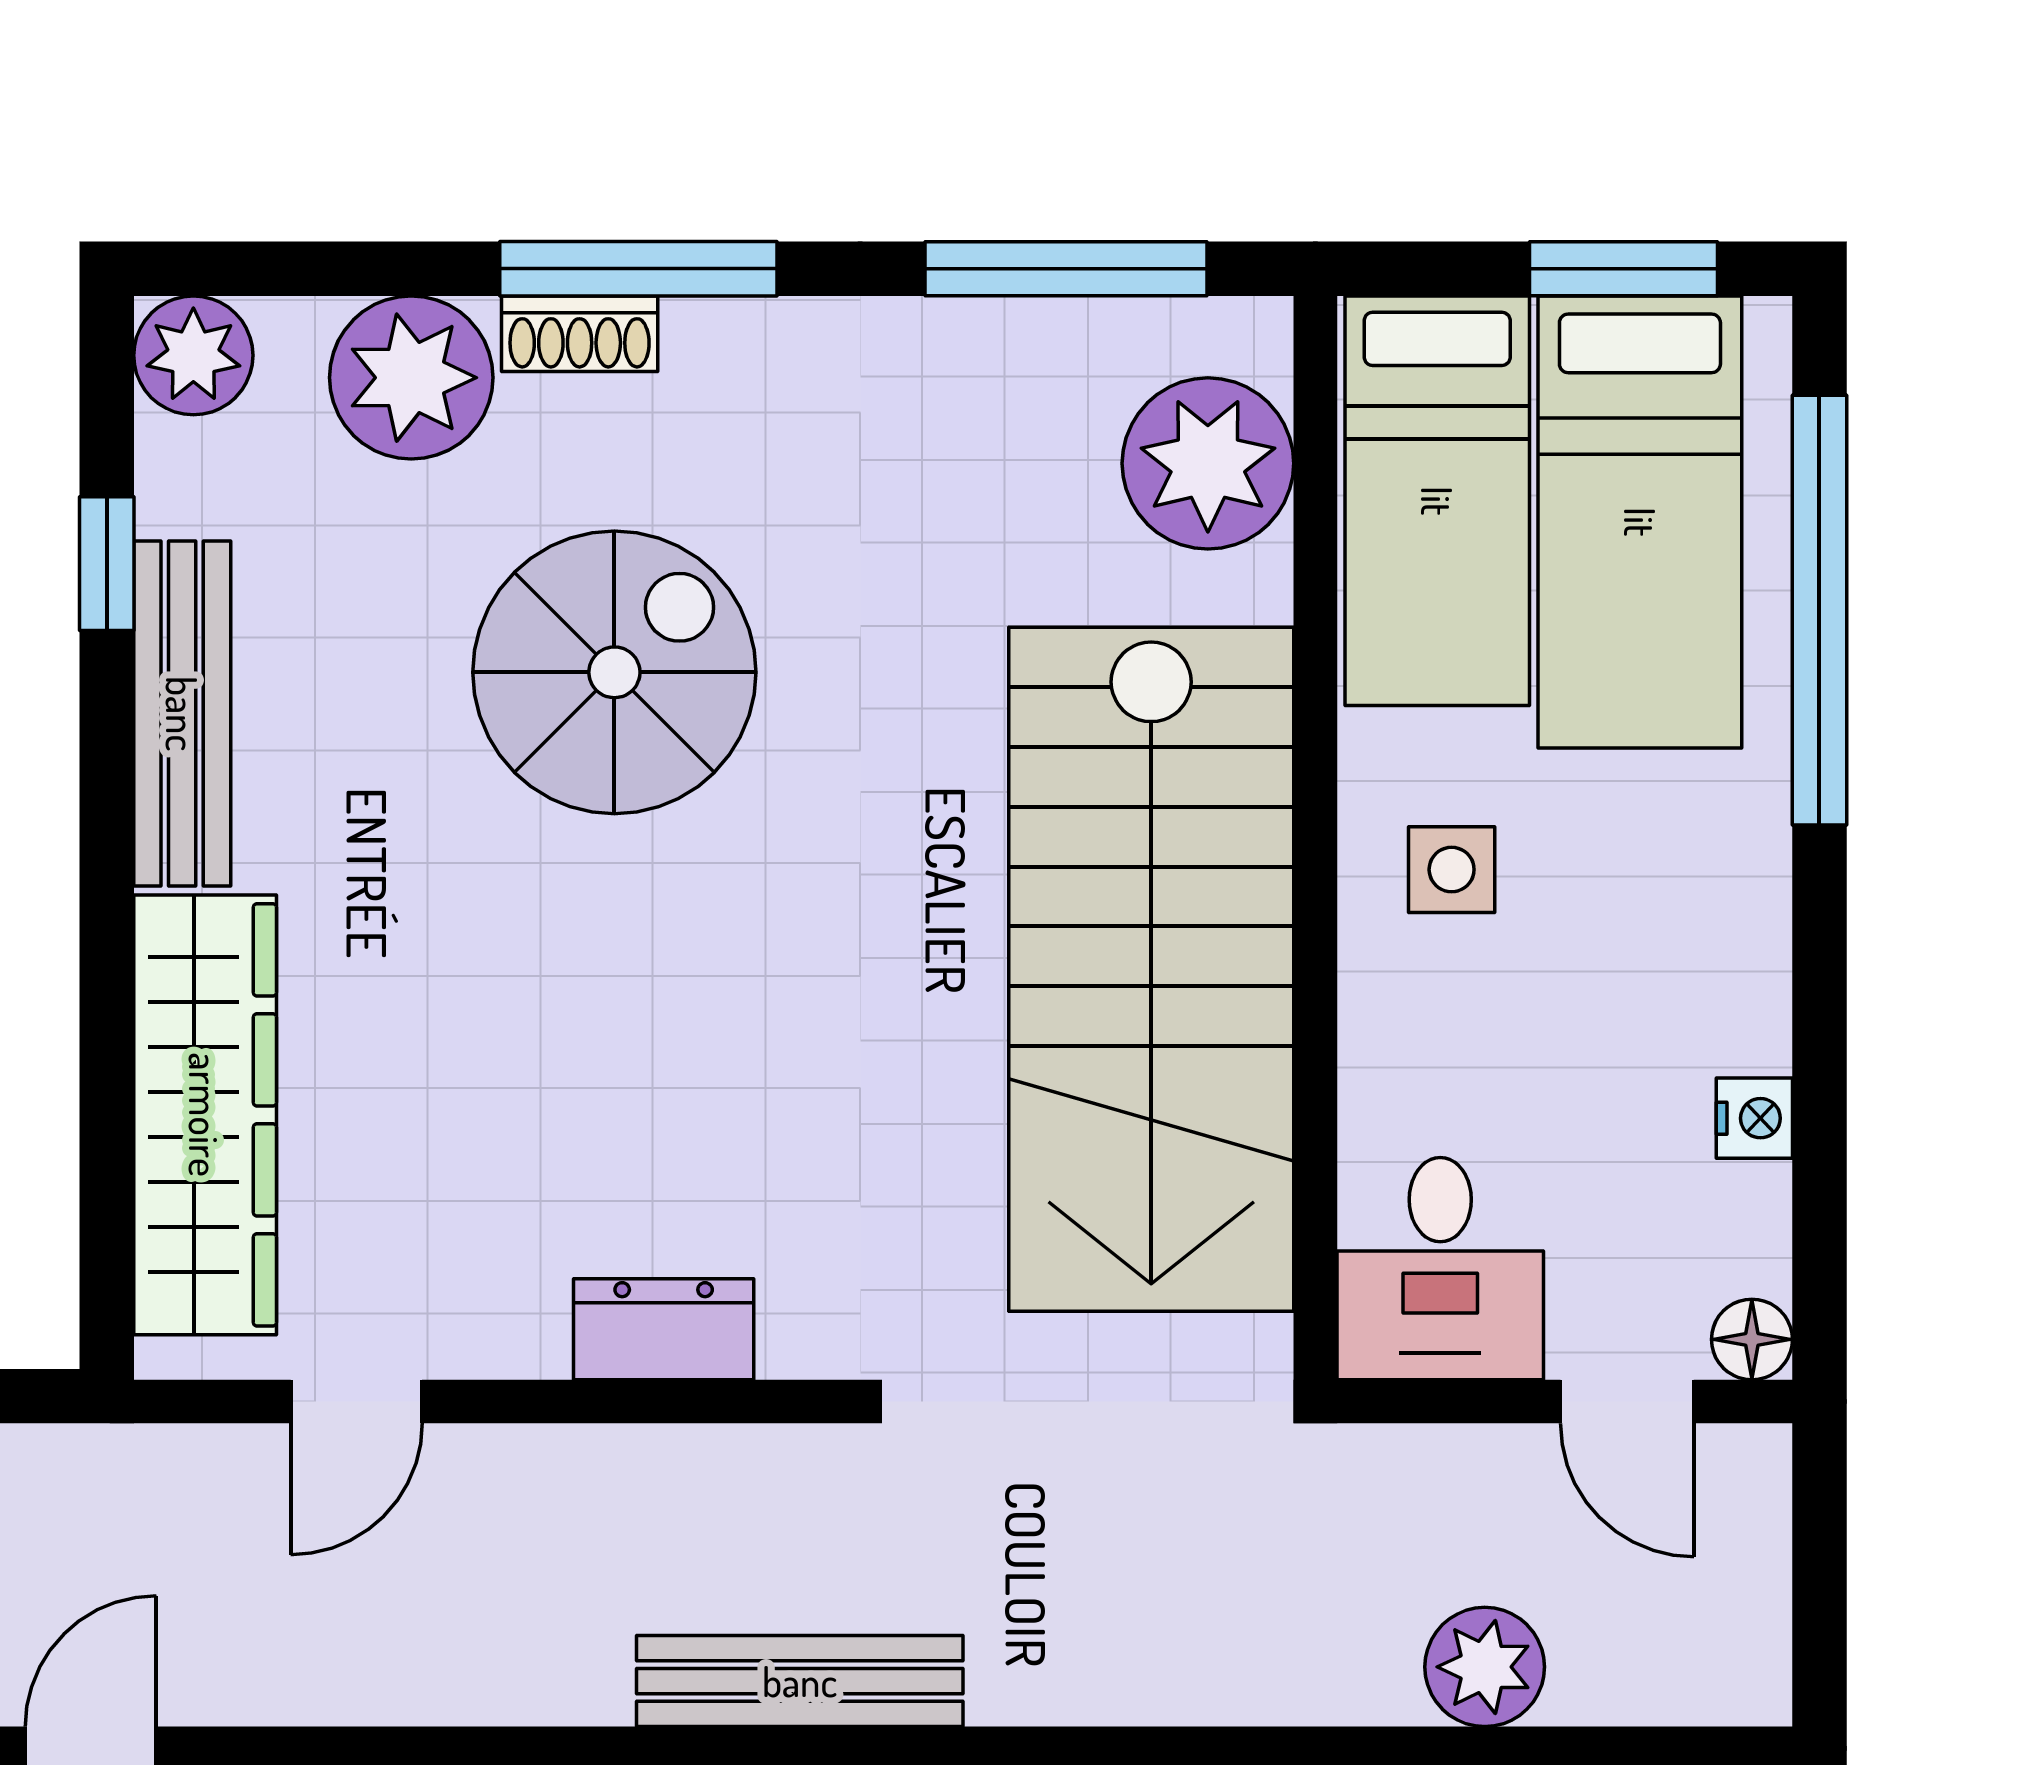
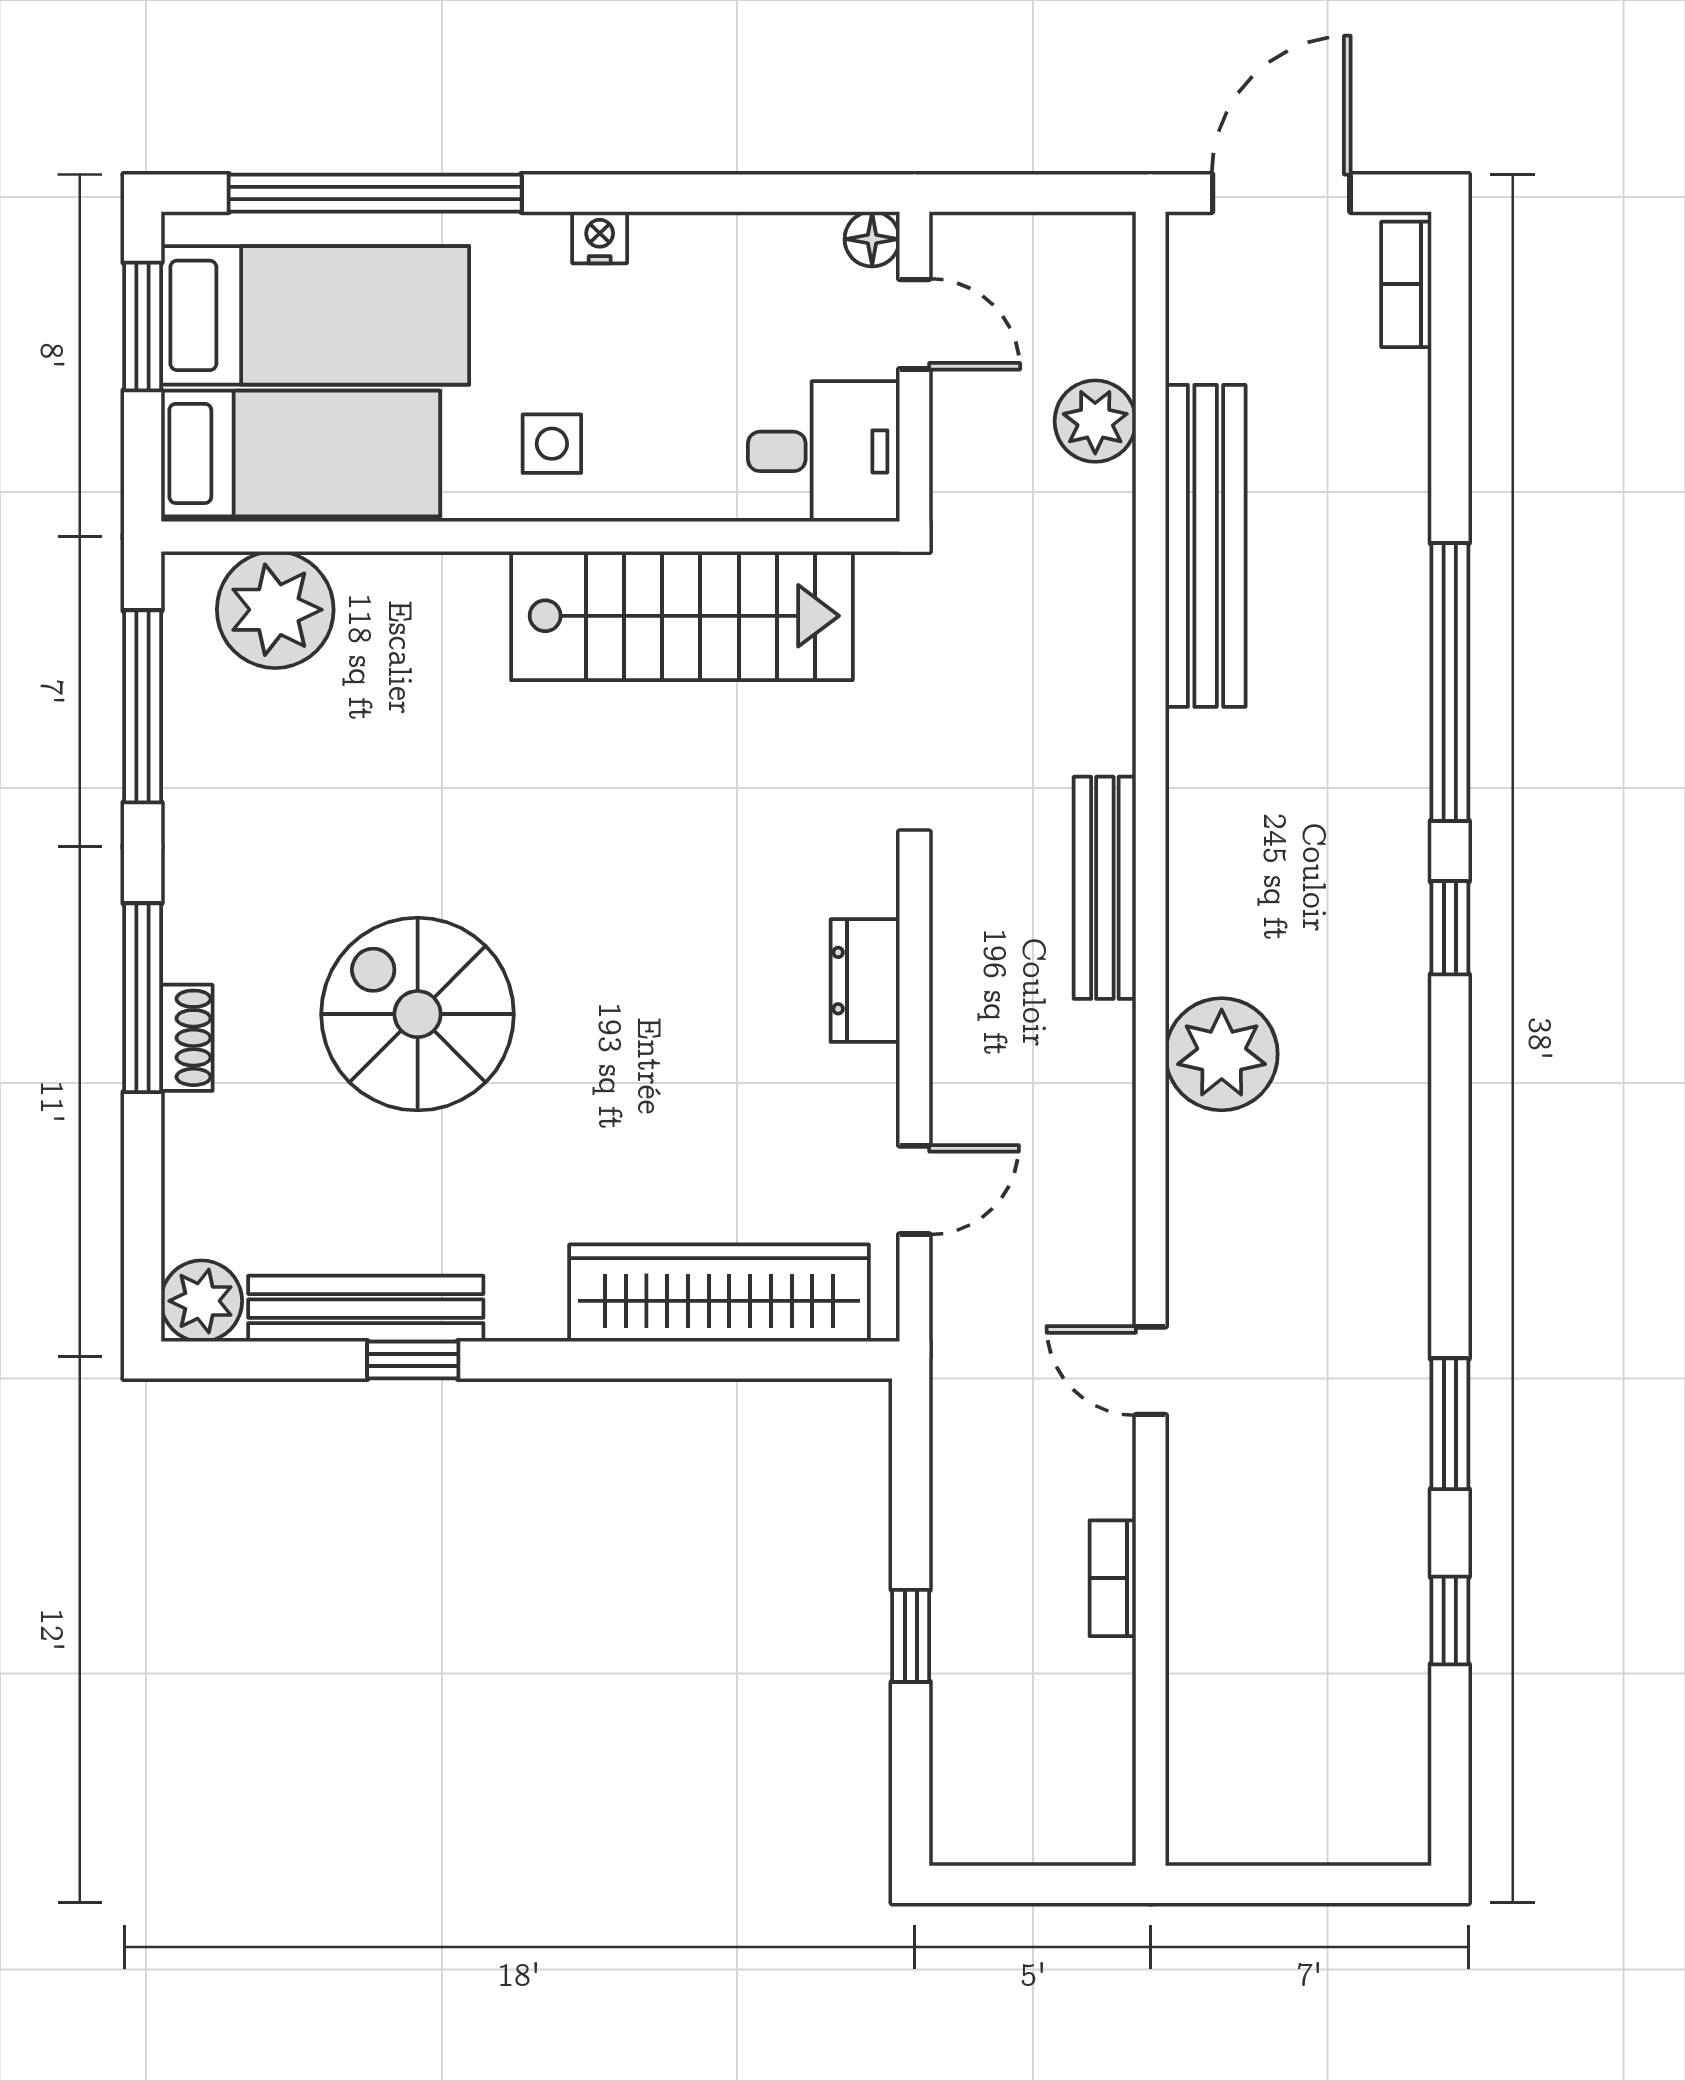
plant: (411, 378) -> (217, 1153), removed
window: (107, 564) -> (413, 1360), moved
bench: (182, 714) -> (366, 1309), moved
stairs: (1151, 969) -> (682, 616), width x0.73, depth x0.66
nightstand: (1754, 1118) -> (600, 237), moved
door: (356, 1402) -> (914, 1190), hinge flipped
door: (1627, 1402) -> (914, 324), hinge flipped

